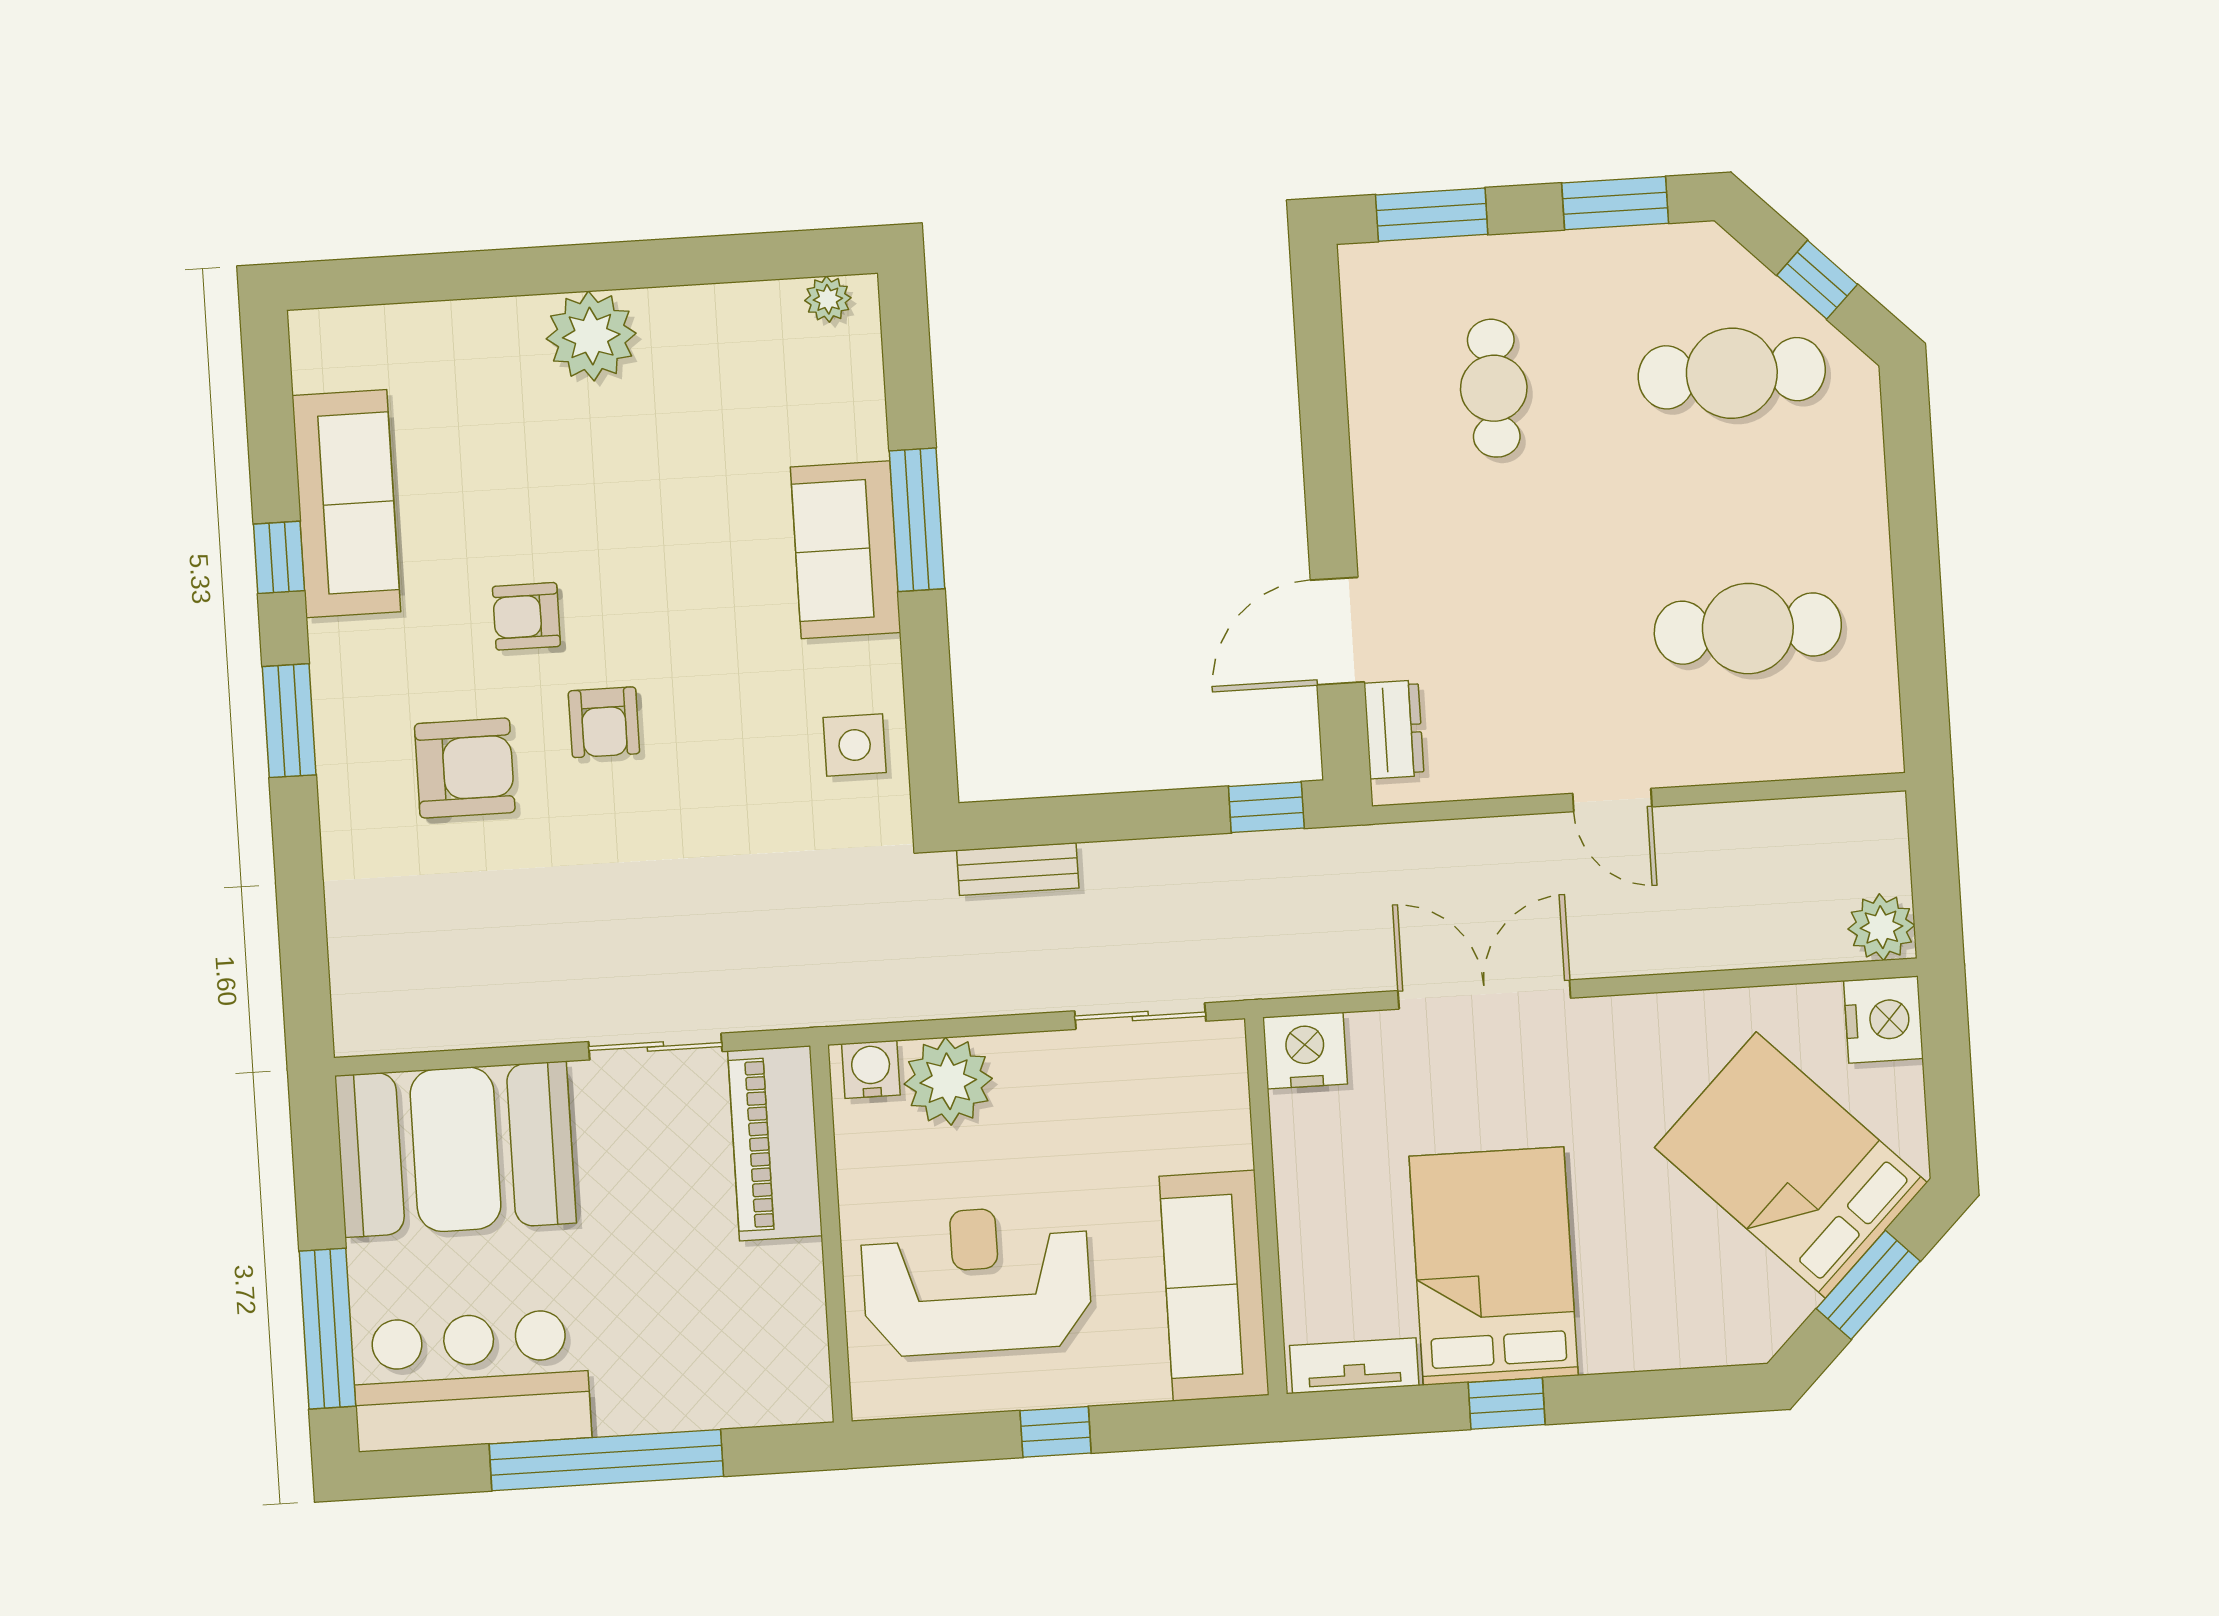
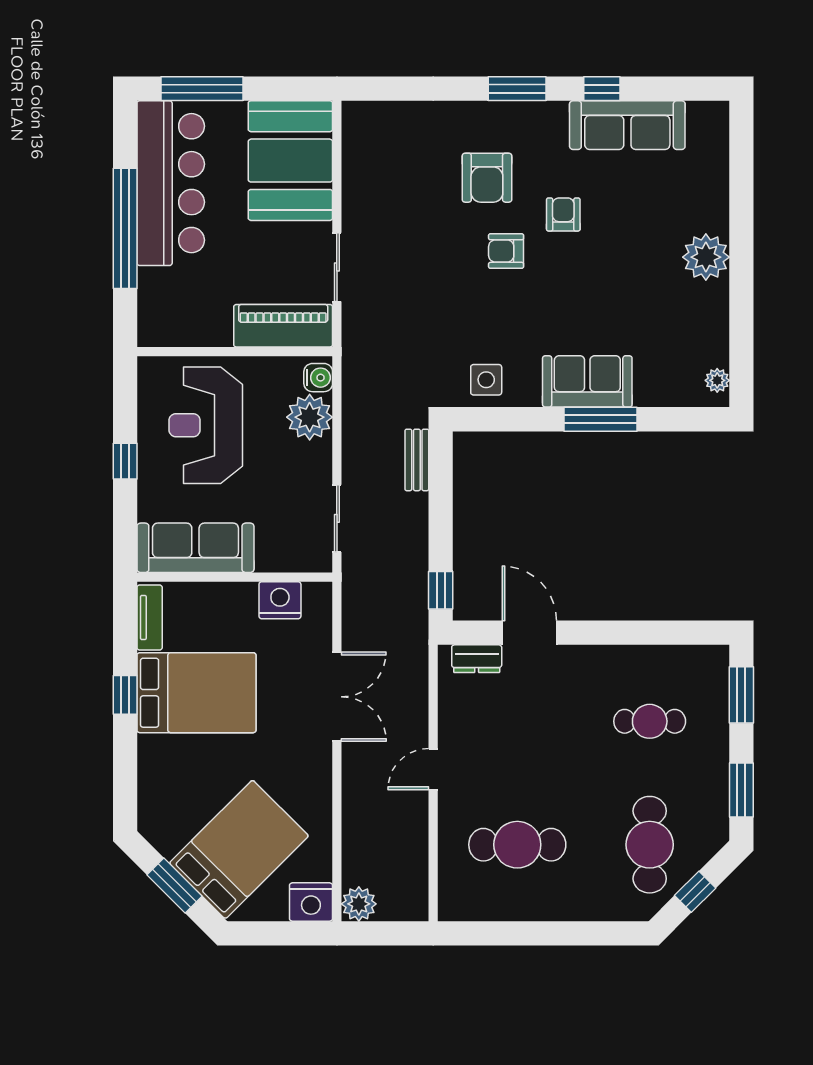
cafe table: (1748, 629) -> (517, 845), turned 90
nightstand: (1305, 1051) -> (280, 600), moved, turned -90
reception desk: (976, 1281) -> (206, 425), turned 180
bar counter: (471, 1380) -> (171, 183), width x1.36

